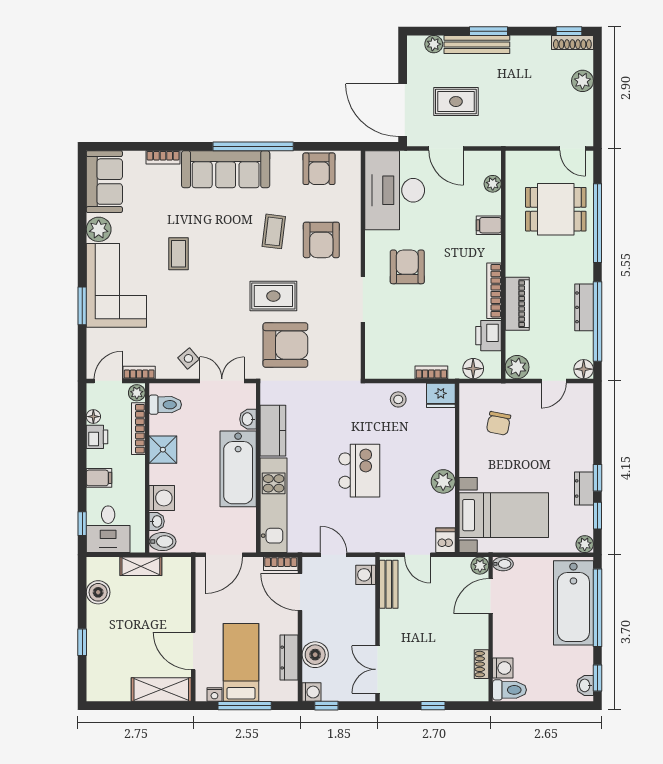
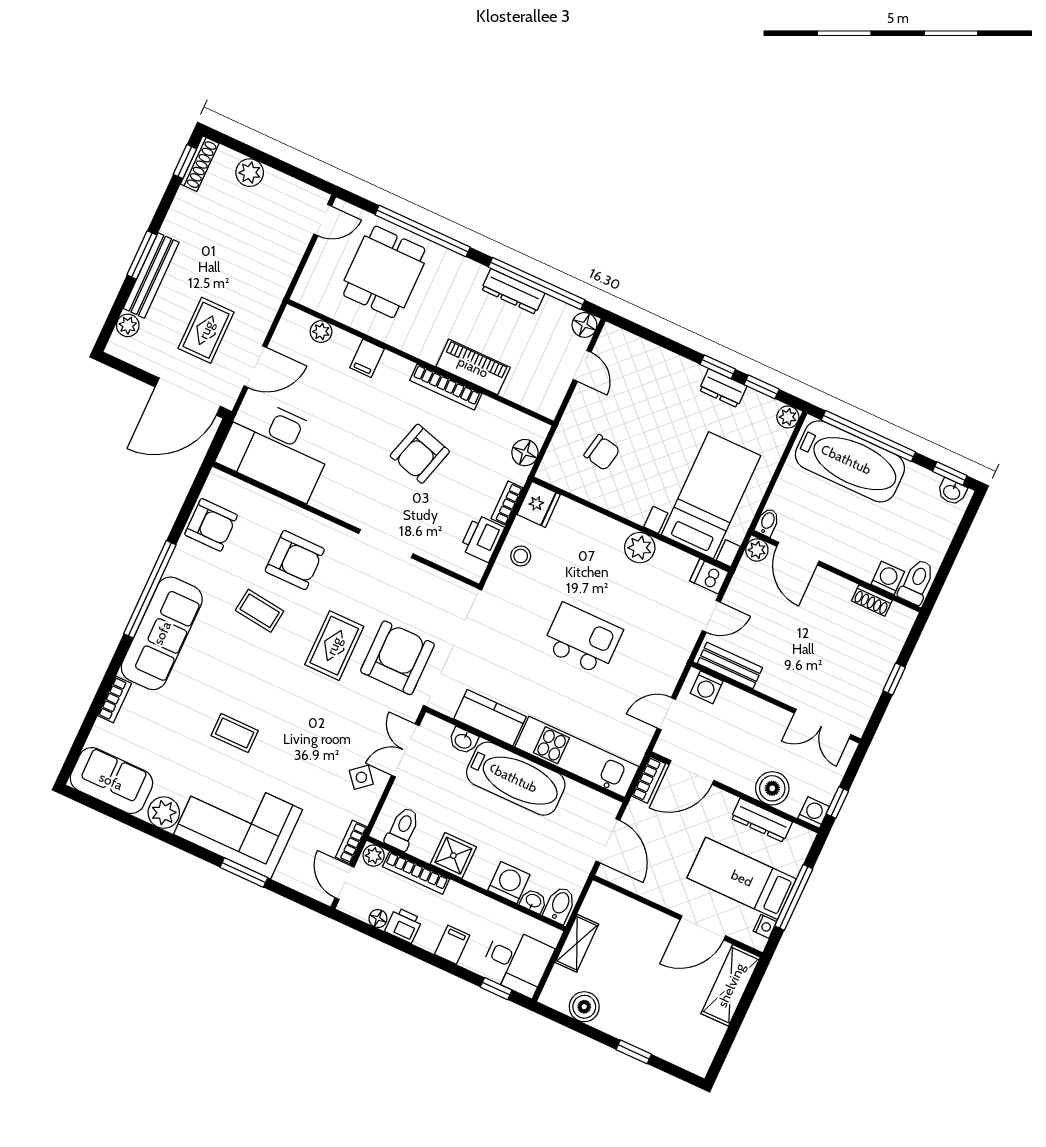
armchair: (407, 267) -> (420, 454), moved, turned -74
printer: (488, 336) -> (482, 538), moved, turned 90
plant: (517, 367) -> (547, 401), removed

